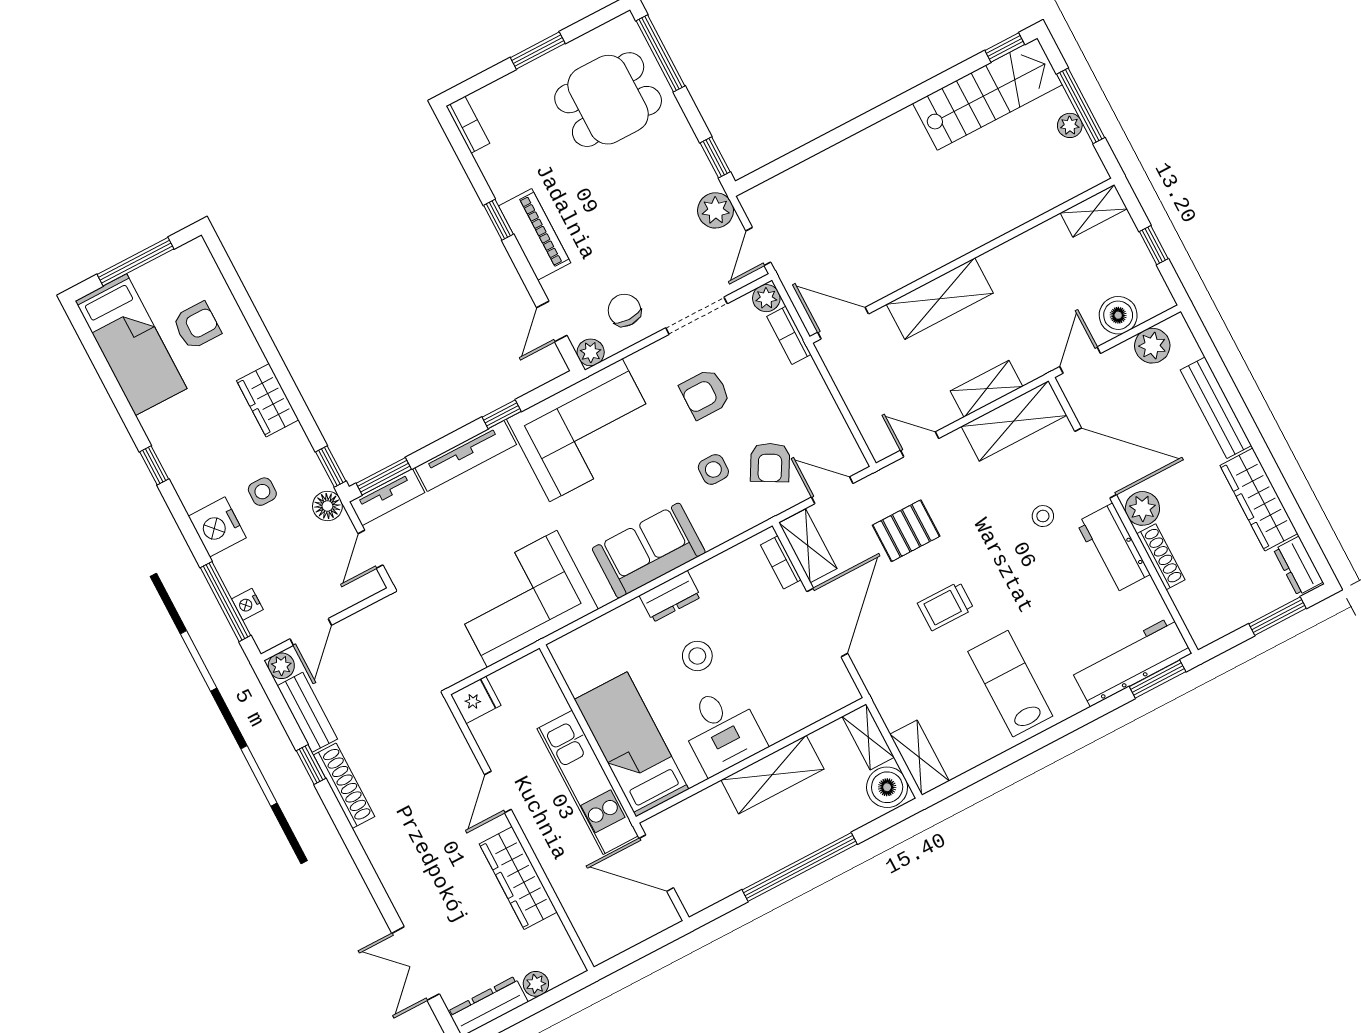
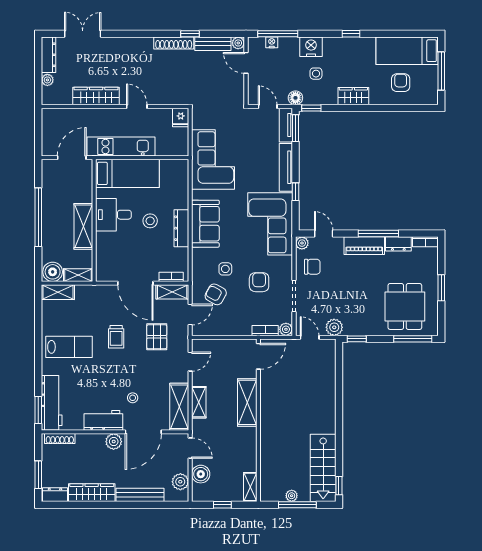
dresser: (498, 173) -> (398, 244), added
window: (498, 220) -> (378, 234), width x2.17
armchair: (197, 326) -> (401, 83), turned 180
shoe rack: (1161, 557) -> (60, 439), moved
dresser: (670, 596) -> (181, 228), width x1.44
trolley: (946, 606) -> (116, 337), turned 180

